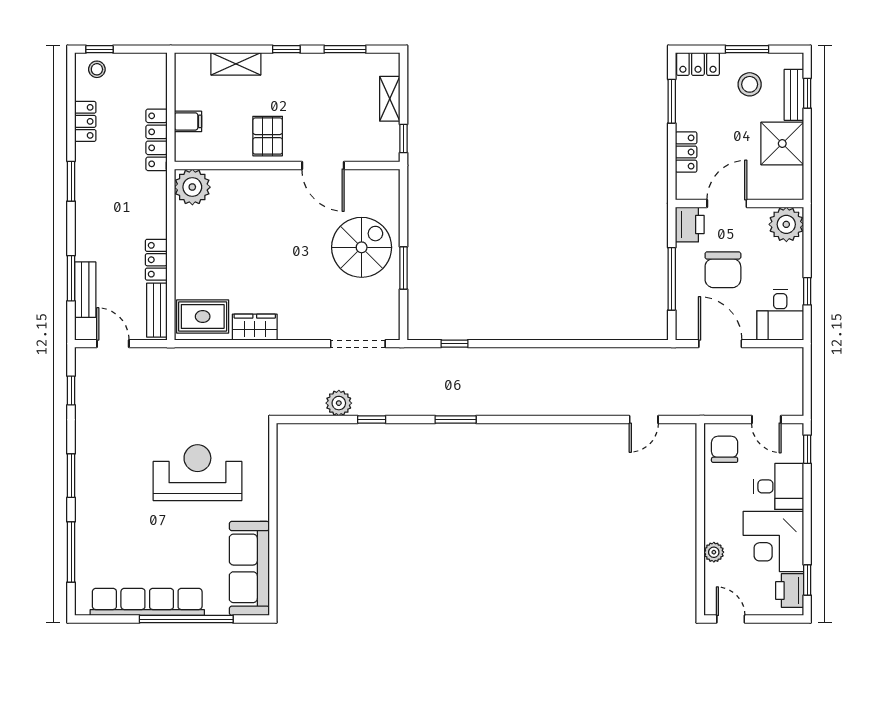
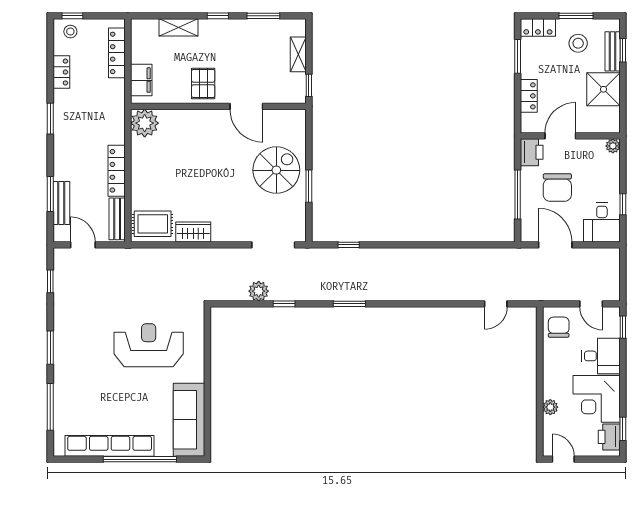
filing cabinet: (188, 121) -> (141, 80), width x2.00
locker: (157, 140) -> (117, 53), moved
plant: (786, 224) -> (613, 146), width x0.53, depth x0.53
locker: (156, 260) -> (117, 171), width x1.53

